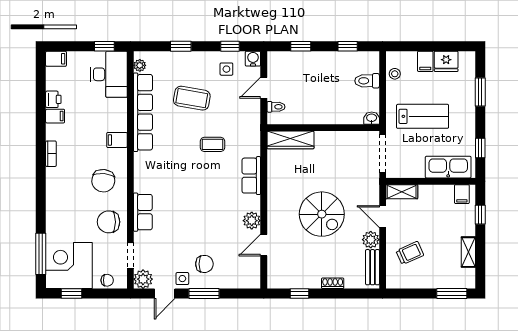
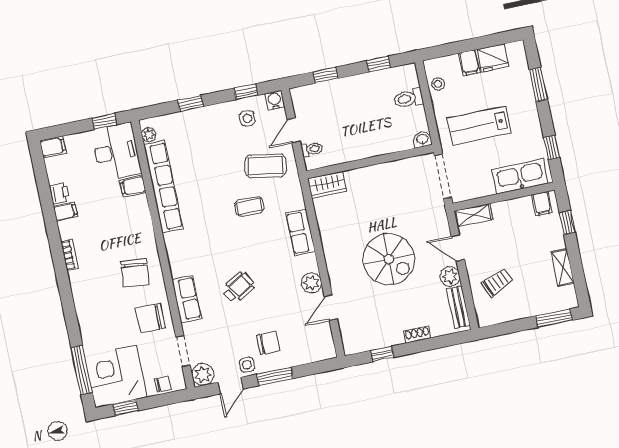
coffee table: (192, 98) -> (266, 166), moved
lab bench: (423, 116) -> (479, 125), turned 180
filing cabinet: (117, 140) -> (133, 186), moved
wardrobe: (290, 140) -> (327, 185), width x0.67
wheelchair: (189, 211) -> (238, 288), added

